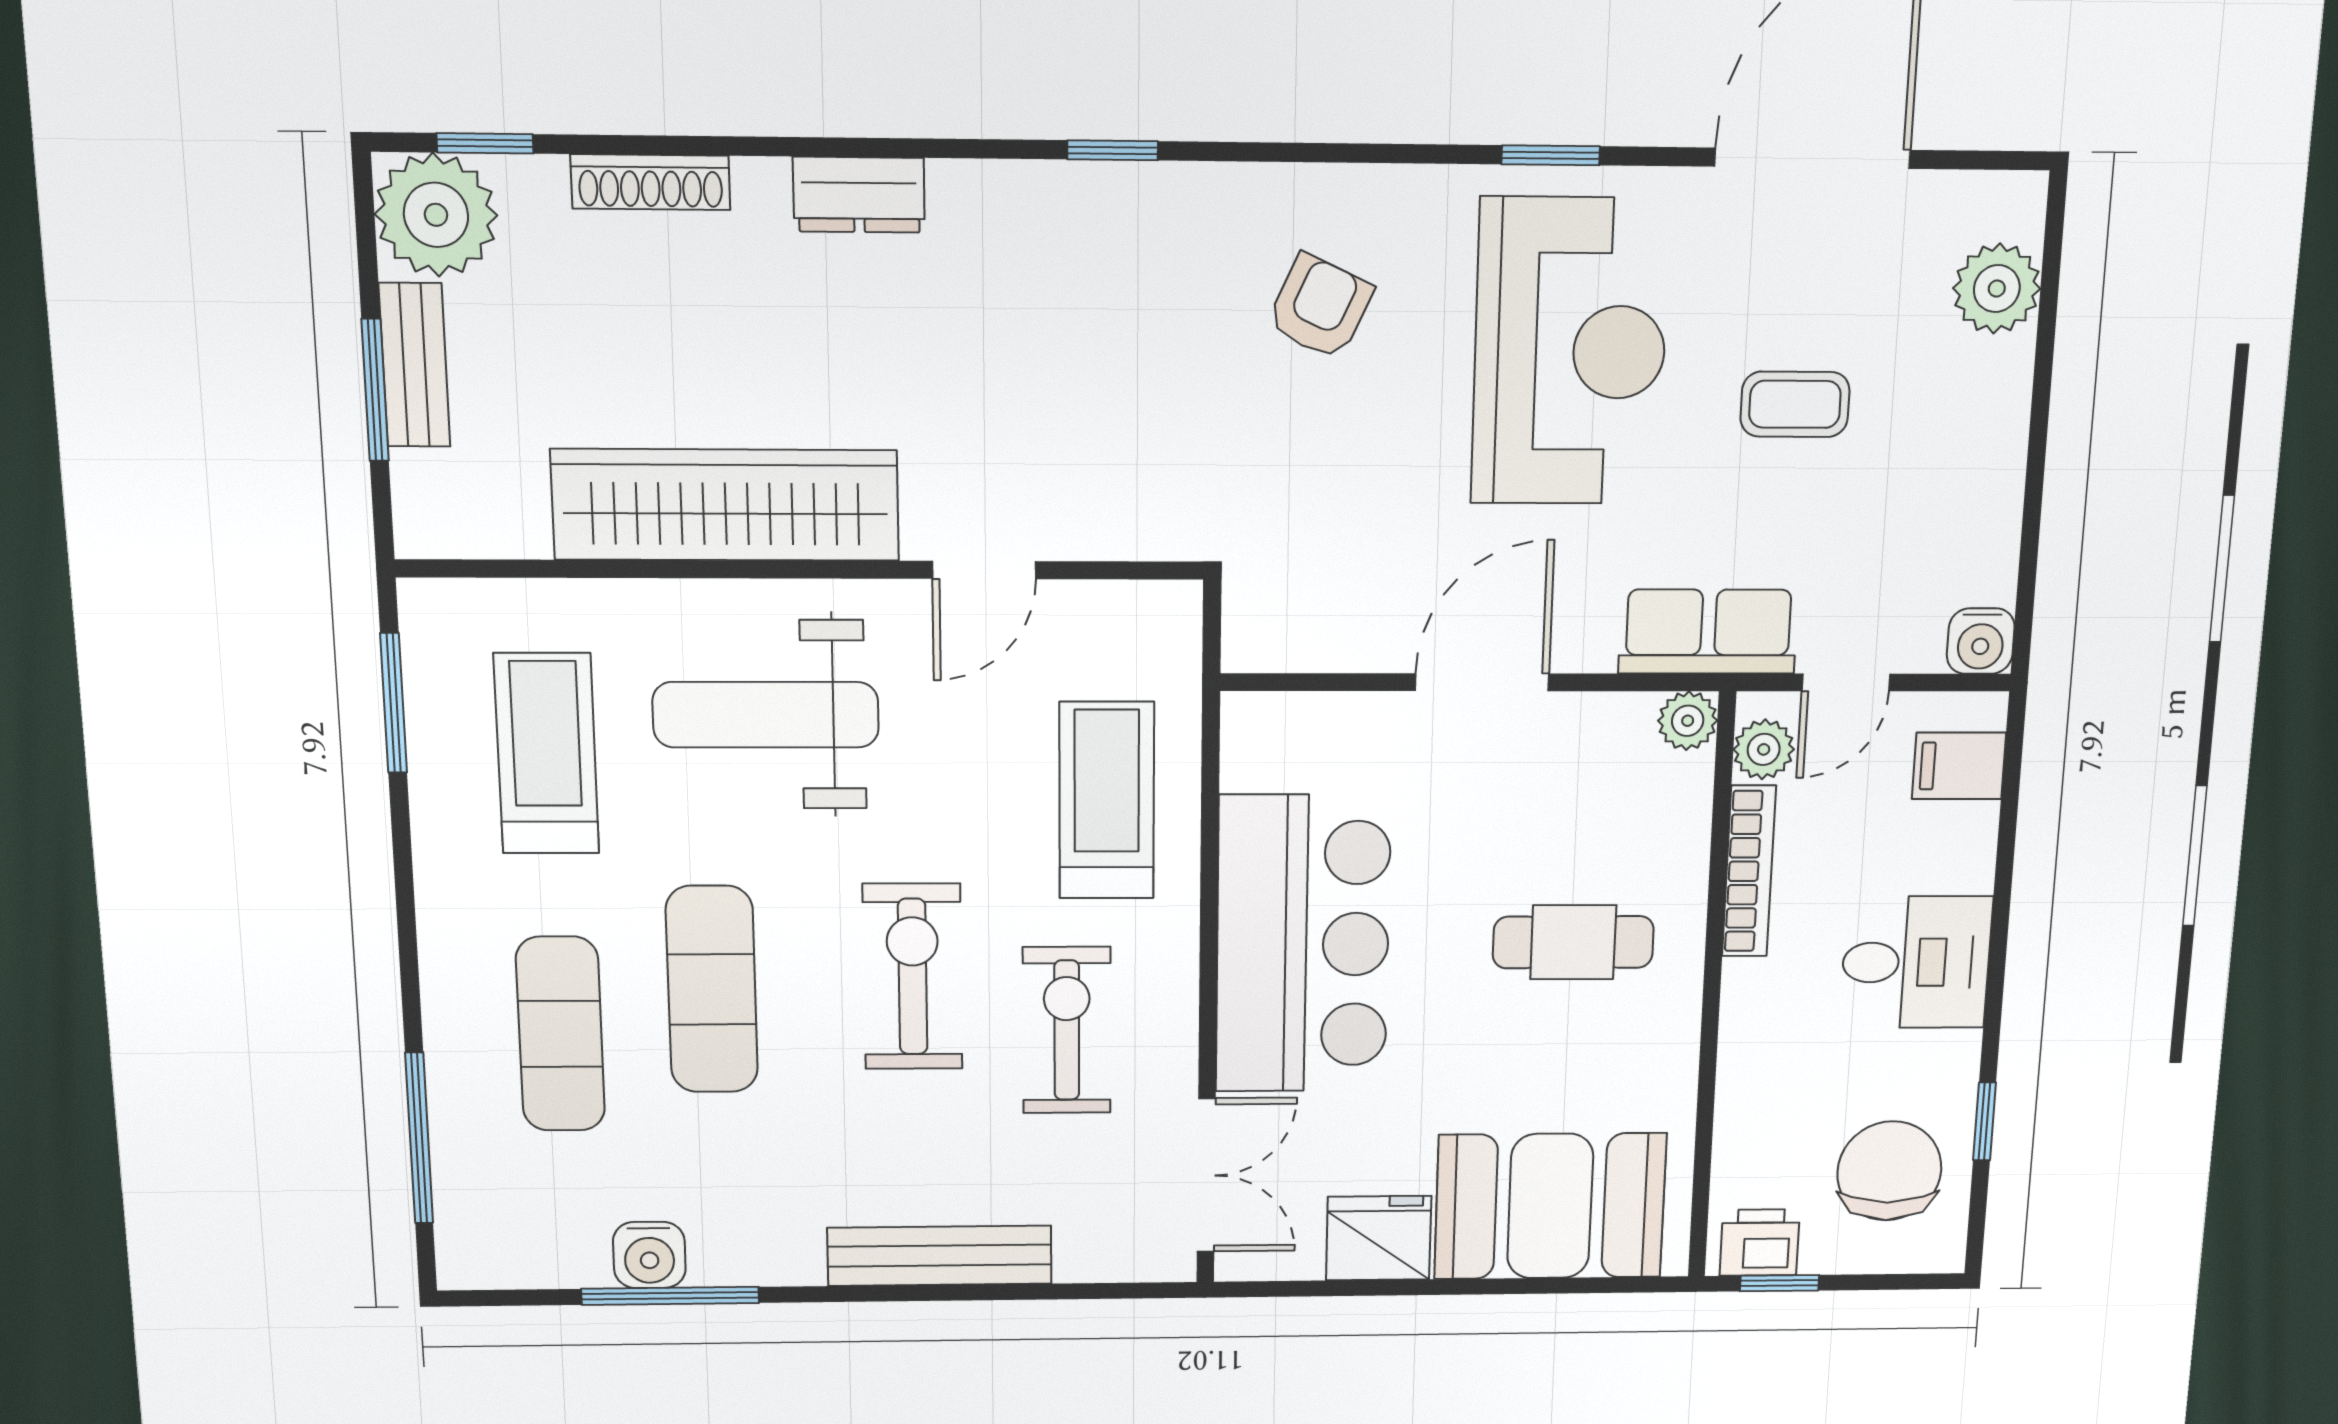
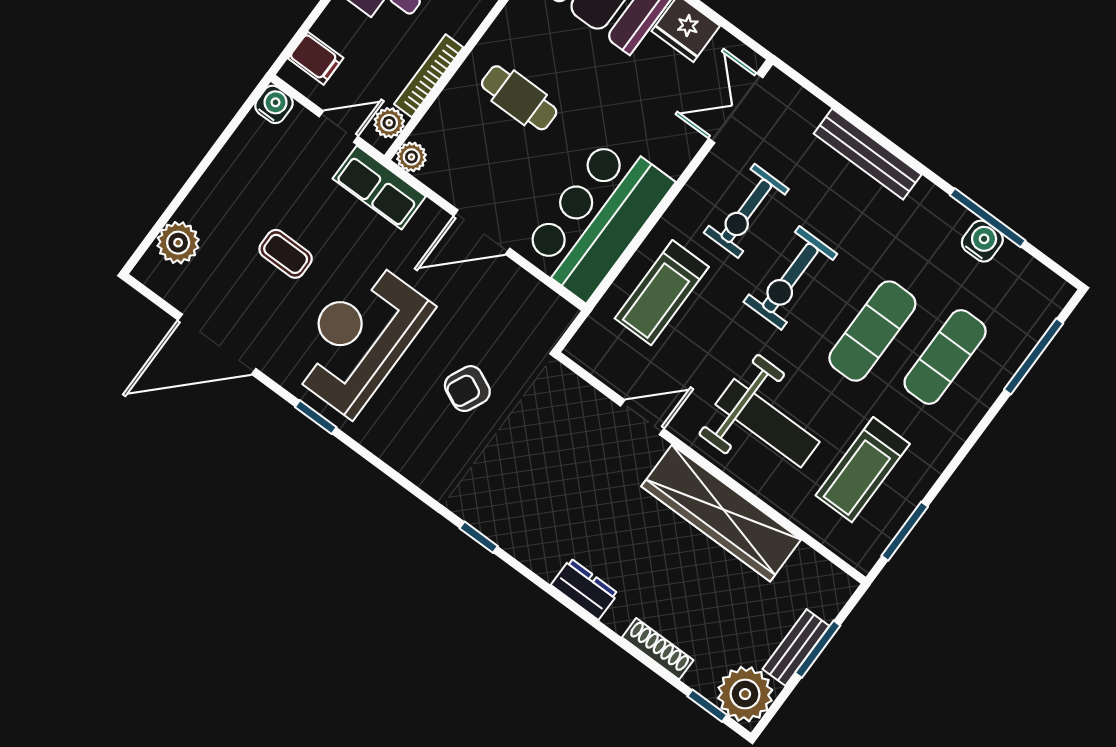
armchair: (1320, 307) -> (467, 389), moved
bar counter: (1303, 944) -> (597, 218), moved

